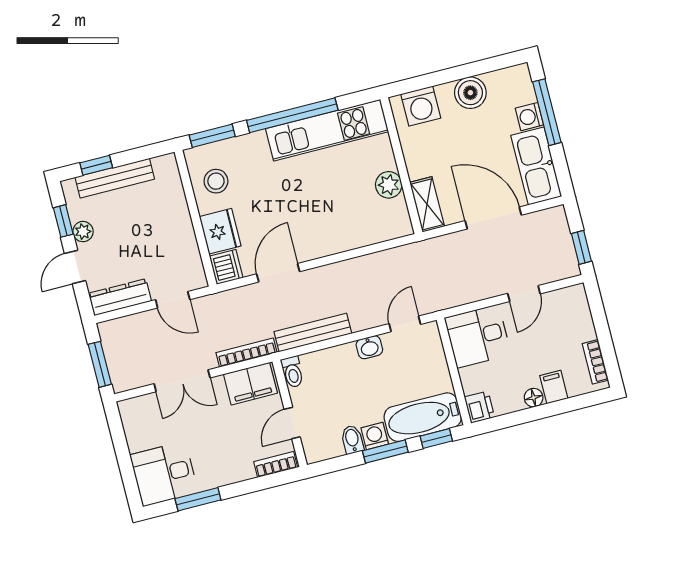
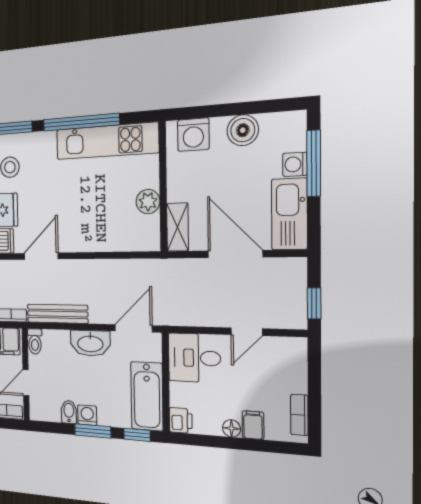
door: (405, 324) -> (133, 328), width x1.38
washbasin: (369, 347) -> (90, 343), width x1.91, depth x1.45
bathtub: (423, 417) -> (147, 396), moved, turned -90

